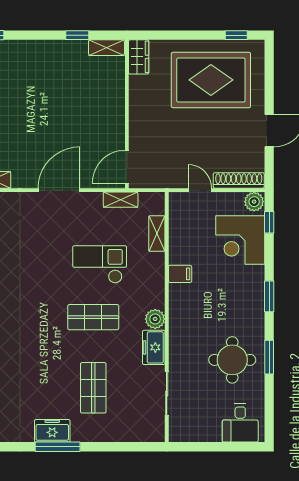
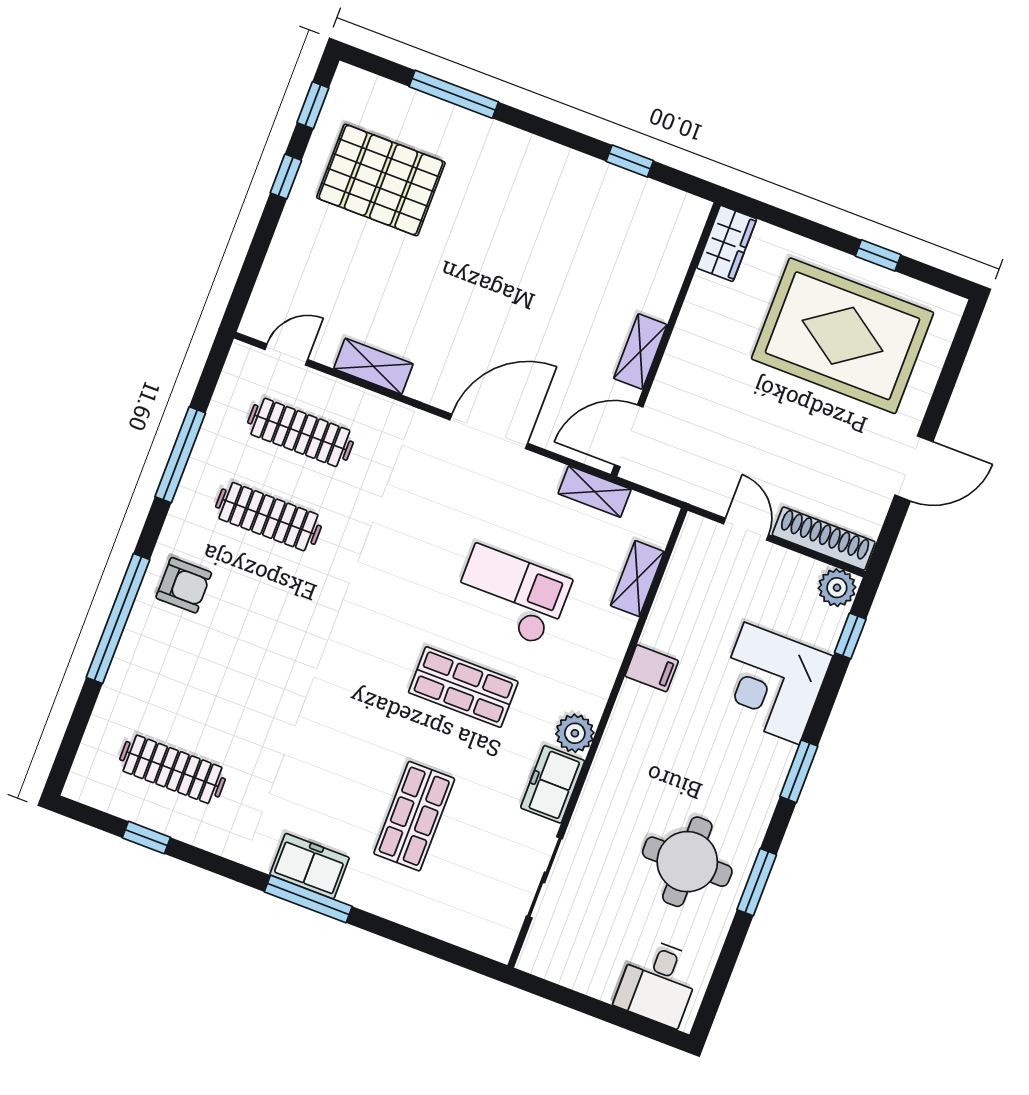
window: (236, 35) -> (878, 255), moved
shelving: (106, 48) -> (640, 352), moved, turned 90
corner desk: (240, 240) -> (772, 683), moved

